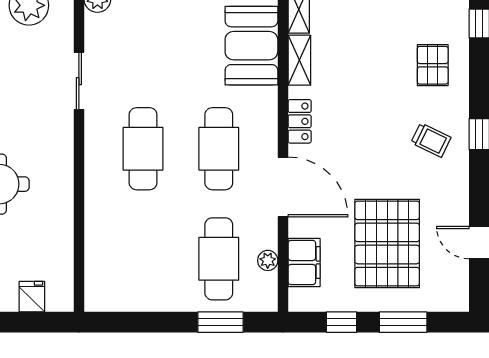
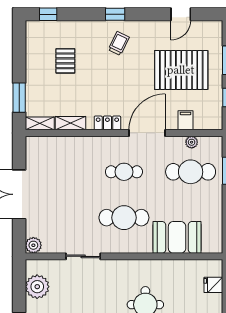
booth: (251, 46) -> (177, 237), moved
pallet: (433, 65) -> (65, 61), moved, turned 90
cafe table: (219, 149) -> (124, 172), width x0.73, depth x0.74
filing cabinet: (304, 262) -> (185, 120), width x0.50

